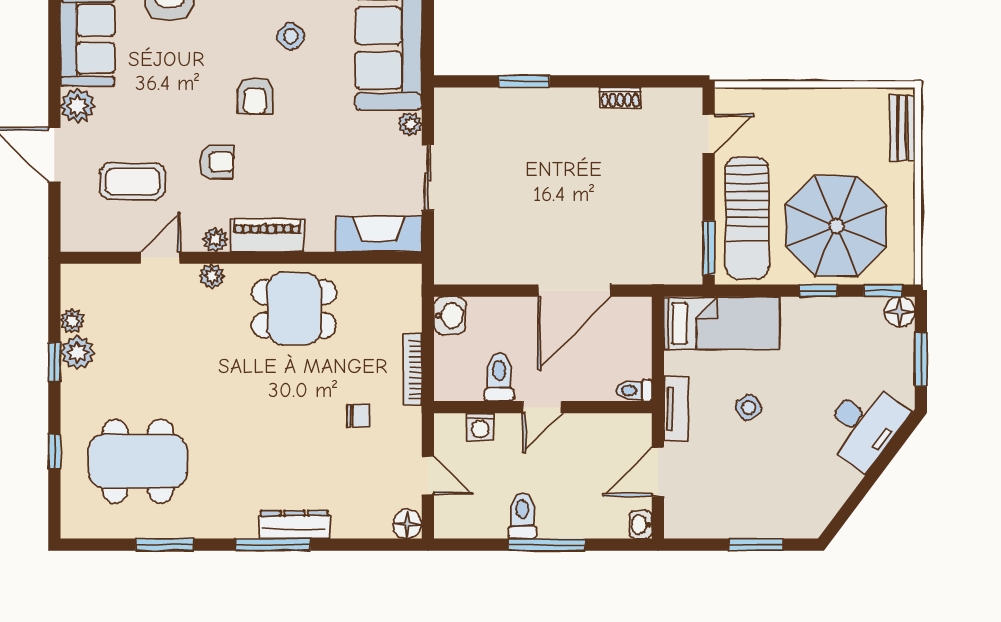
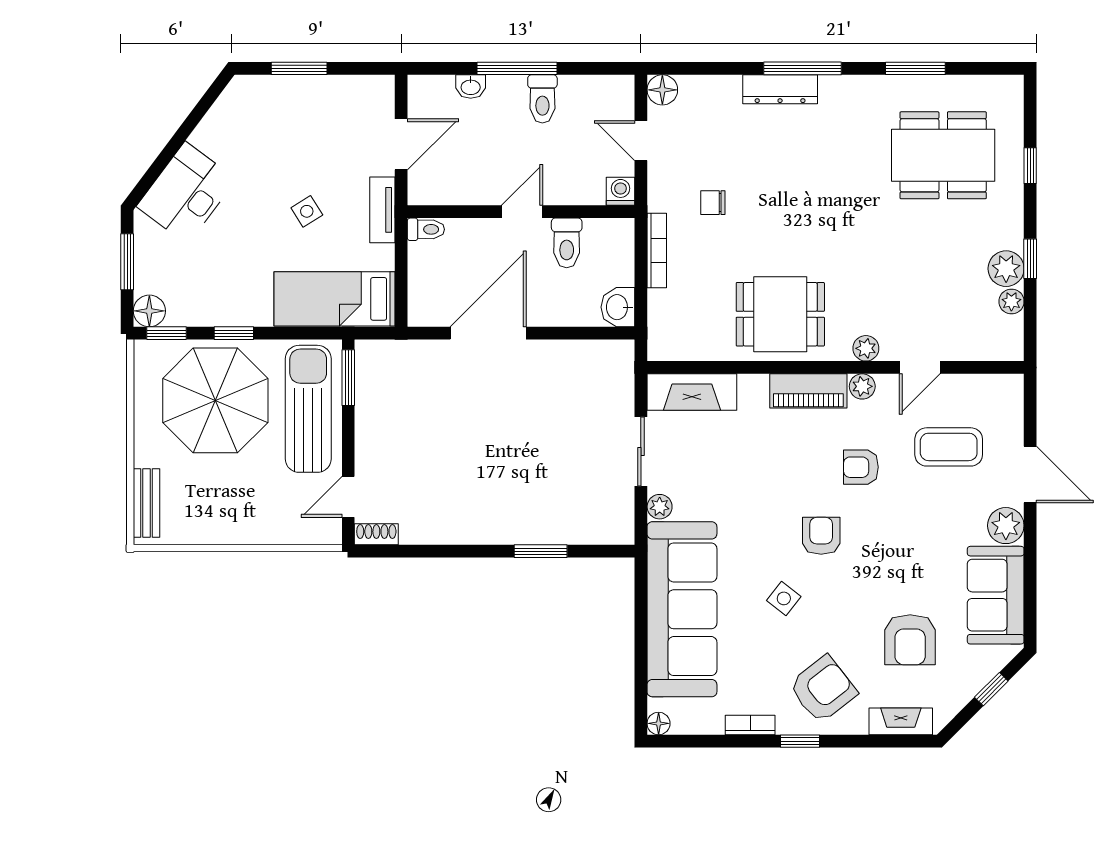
shoe rack: (620, 98) -> (376, 534), moved
washing machine: (480, 427) -> (621, 191), moved
washbasin: (641, 525) -> (471, 87), moved, turned 90

